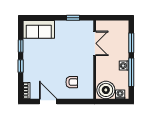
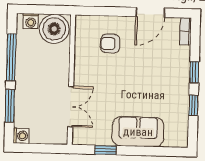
sofa: (39, 29) -> (138, 132), moved
double door: (95, 43) -> (71, 107), swing flipped
washing machine: (124, 66) -> (21, 136), moved
door: (48, 101) -> (150, 12), hinge flipped

